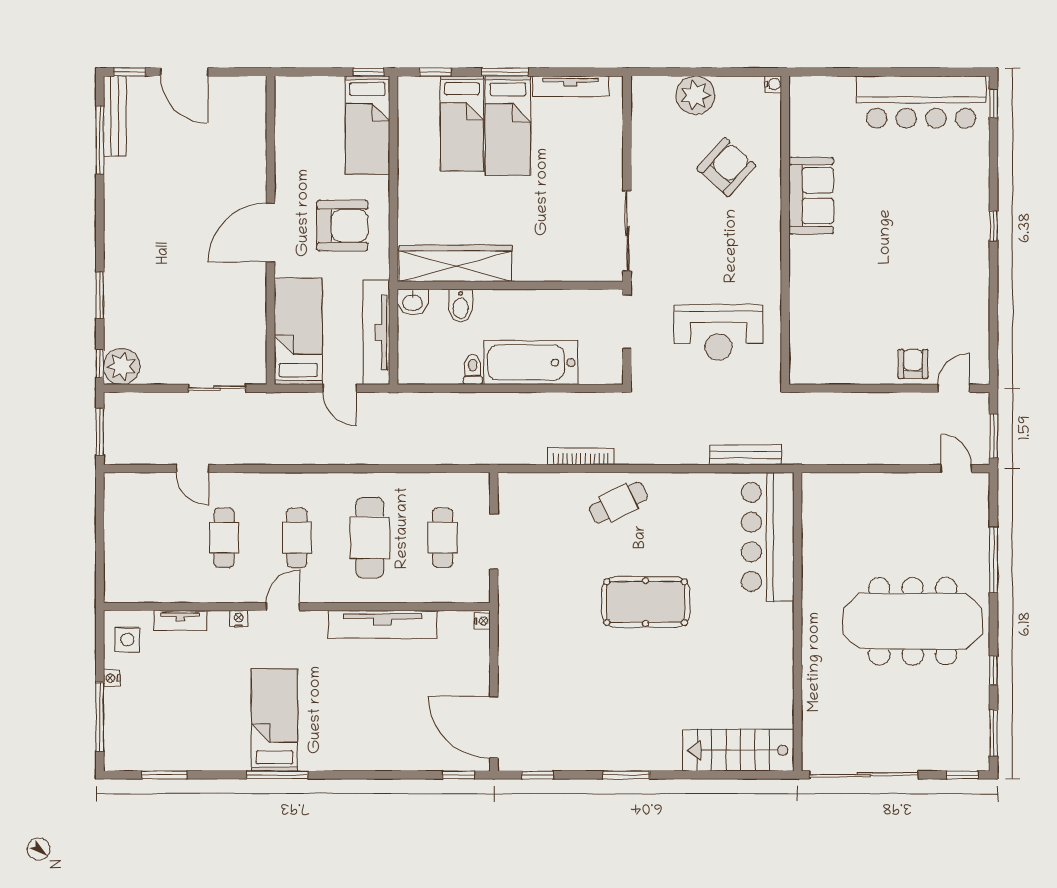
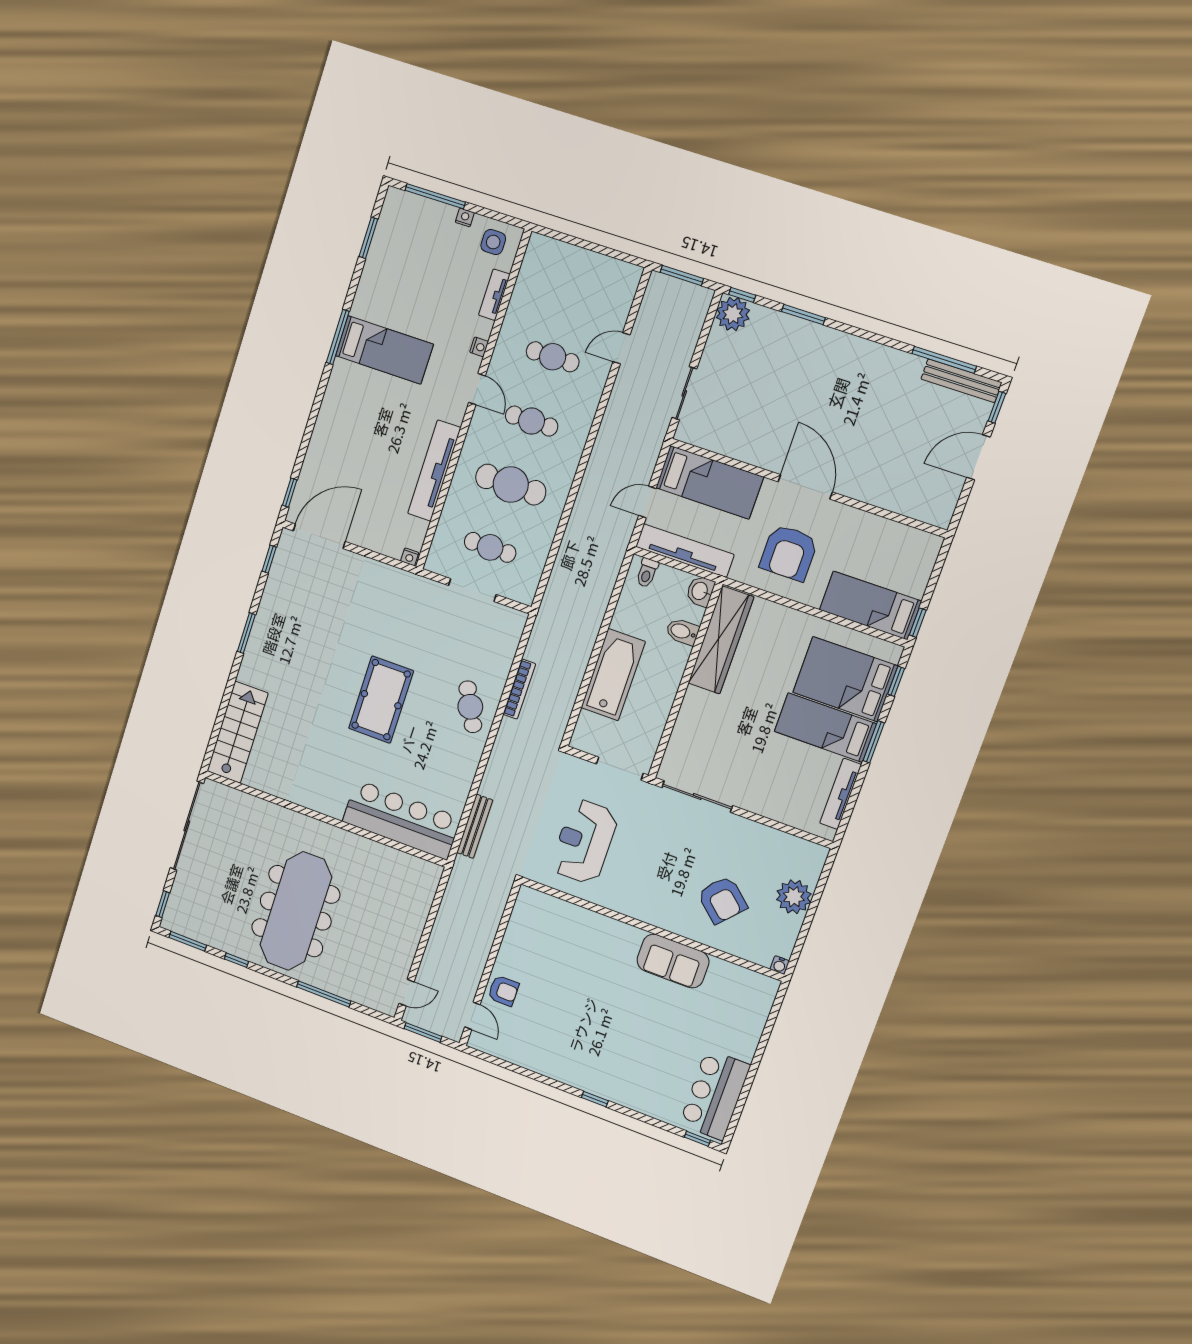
bar counter: (921, 102) -> (715, 1095), width x0.73
bed: (462, 124) -> (845, 679), width x1.50
toilet: (473, 369) -> (647, 573), moved, turned 90

